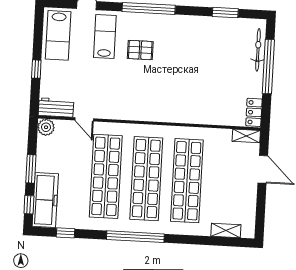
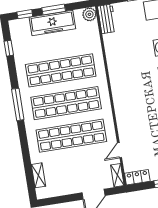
door: (84, 119) -> (120, 150), moved
freezer: (45, 200) -> (52, 23), moved
window: (135, 237) -> (18, 104), width x0.68

